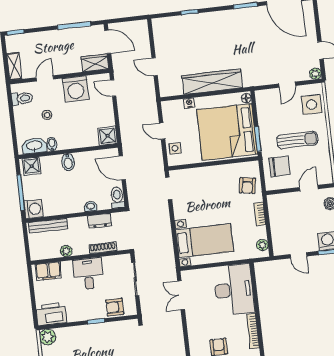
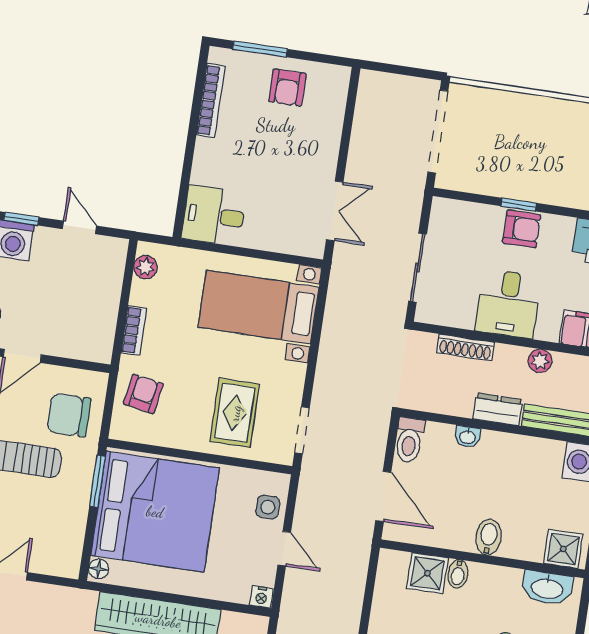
nightstand: (189, 103) -> (261, 597), moved
shower: (108, 136) -> (427, 573), moved
bidet: (52, 144) -> (458, 574), moved
rug: (202, 188) -> (235, 413), added
dresser: (100, 221) -> (498, 409), moved
desk: (234, 290) -> (214, 216), width x0.53, depth x0.77
armchair: (115, 307) -> (522, 229), moved

